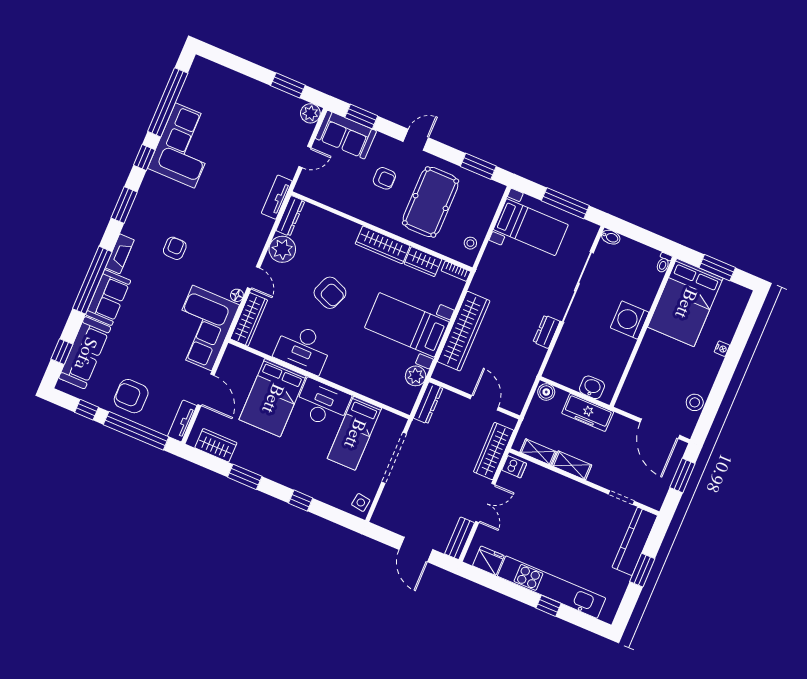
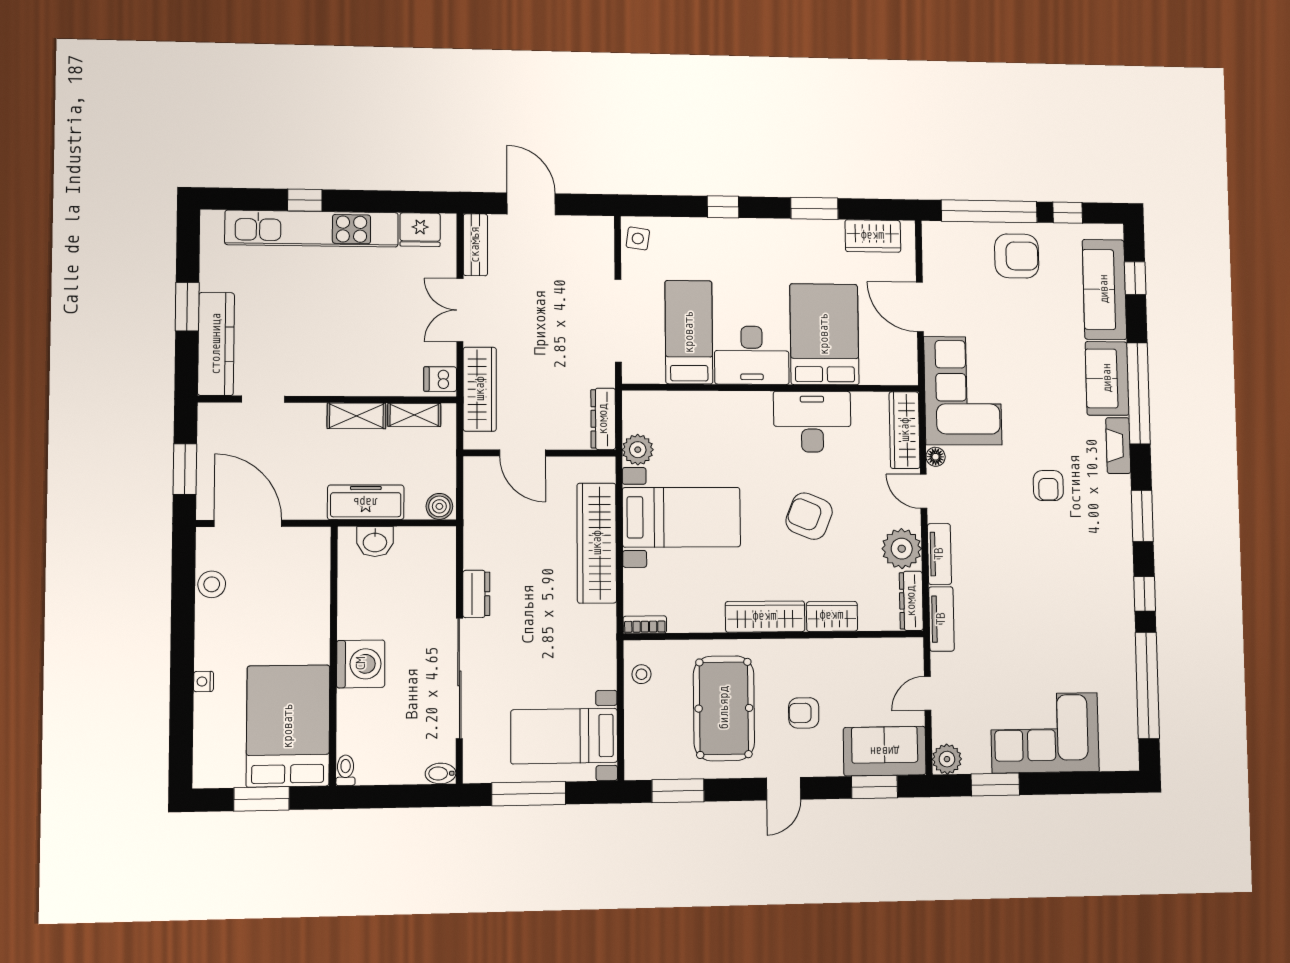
corner sofa: (185, 145) -> (1045, 733), moved, turned 90
wardrobe: (423, 262) -> (832, 616), moved
tv unit: (182, 421) -> (939, 554), moved

